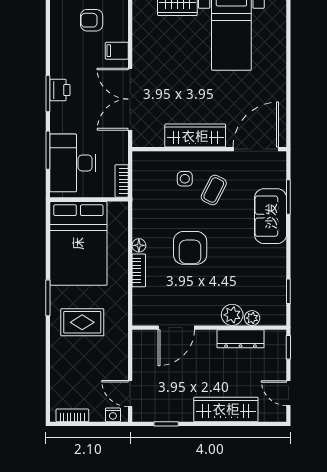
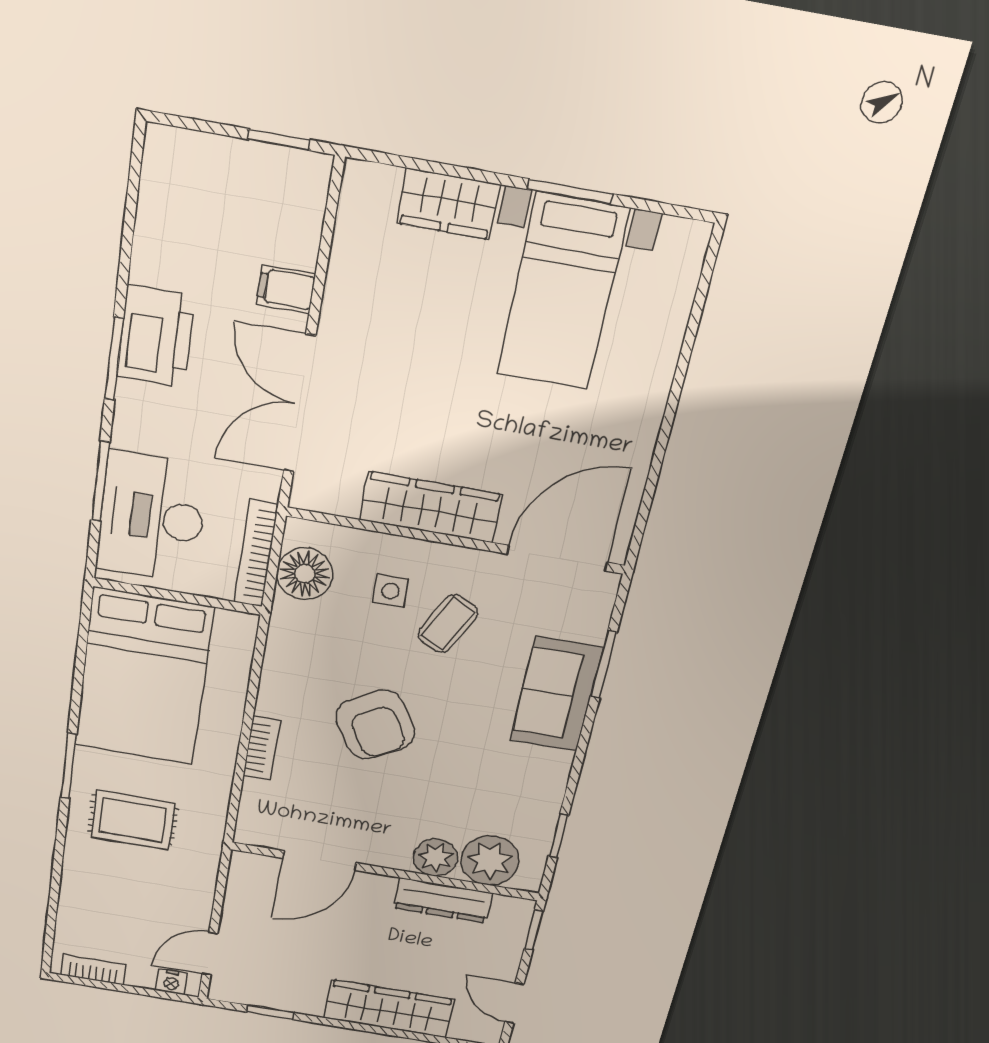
armchair: (92, 20) -> (237, 206), removed
printer: (60, 90) -> (156, 336), width x1.87, depth x1.48
bookcase: (122, 181) -> (256, 554), width x1.56
floor lamp: (139, 245) -> (305, 574), moved, width x1.89, depth x1.89
armchair: (190, 248) -> (375, 725), turned -31
plant: (252, 318) -> (490, 861), width x1.88, depth x1.88
door: (130, 393) -> (210, 954), hinge flipped

